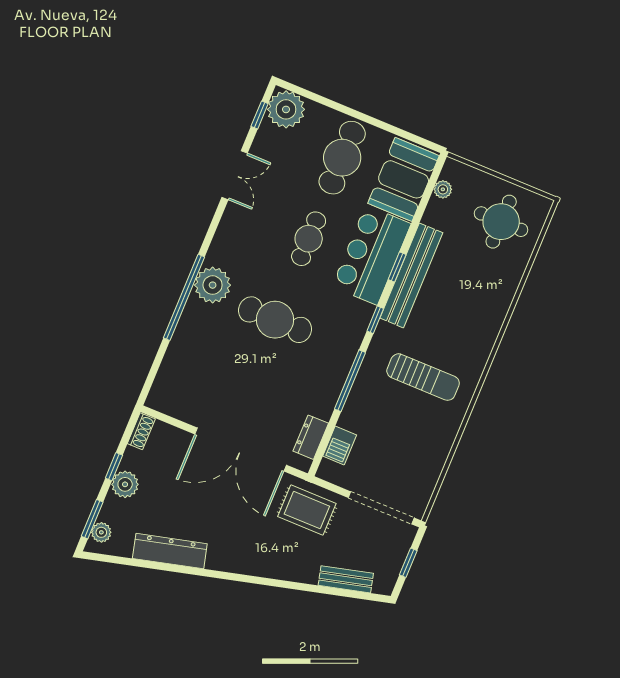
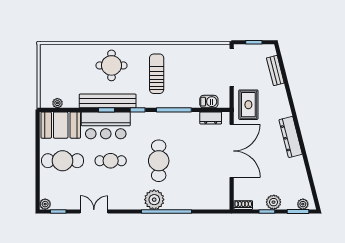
plant: (286, 109) -> (45, 204), width x0.53, depth x0.53
round table: (501, 222) -> (111, 65), moved
dresser: (170, 551) -> (291, 137), moved

